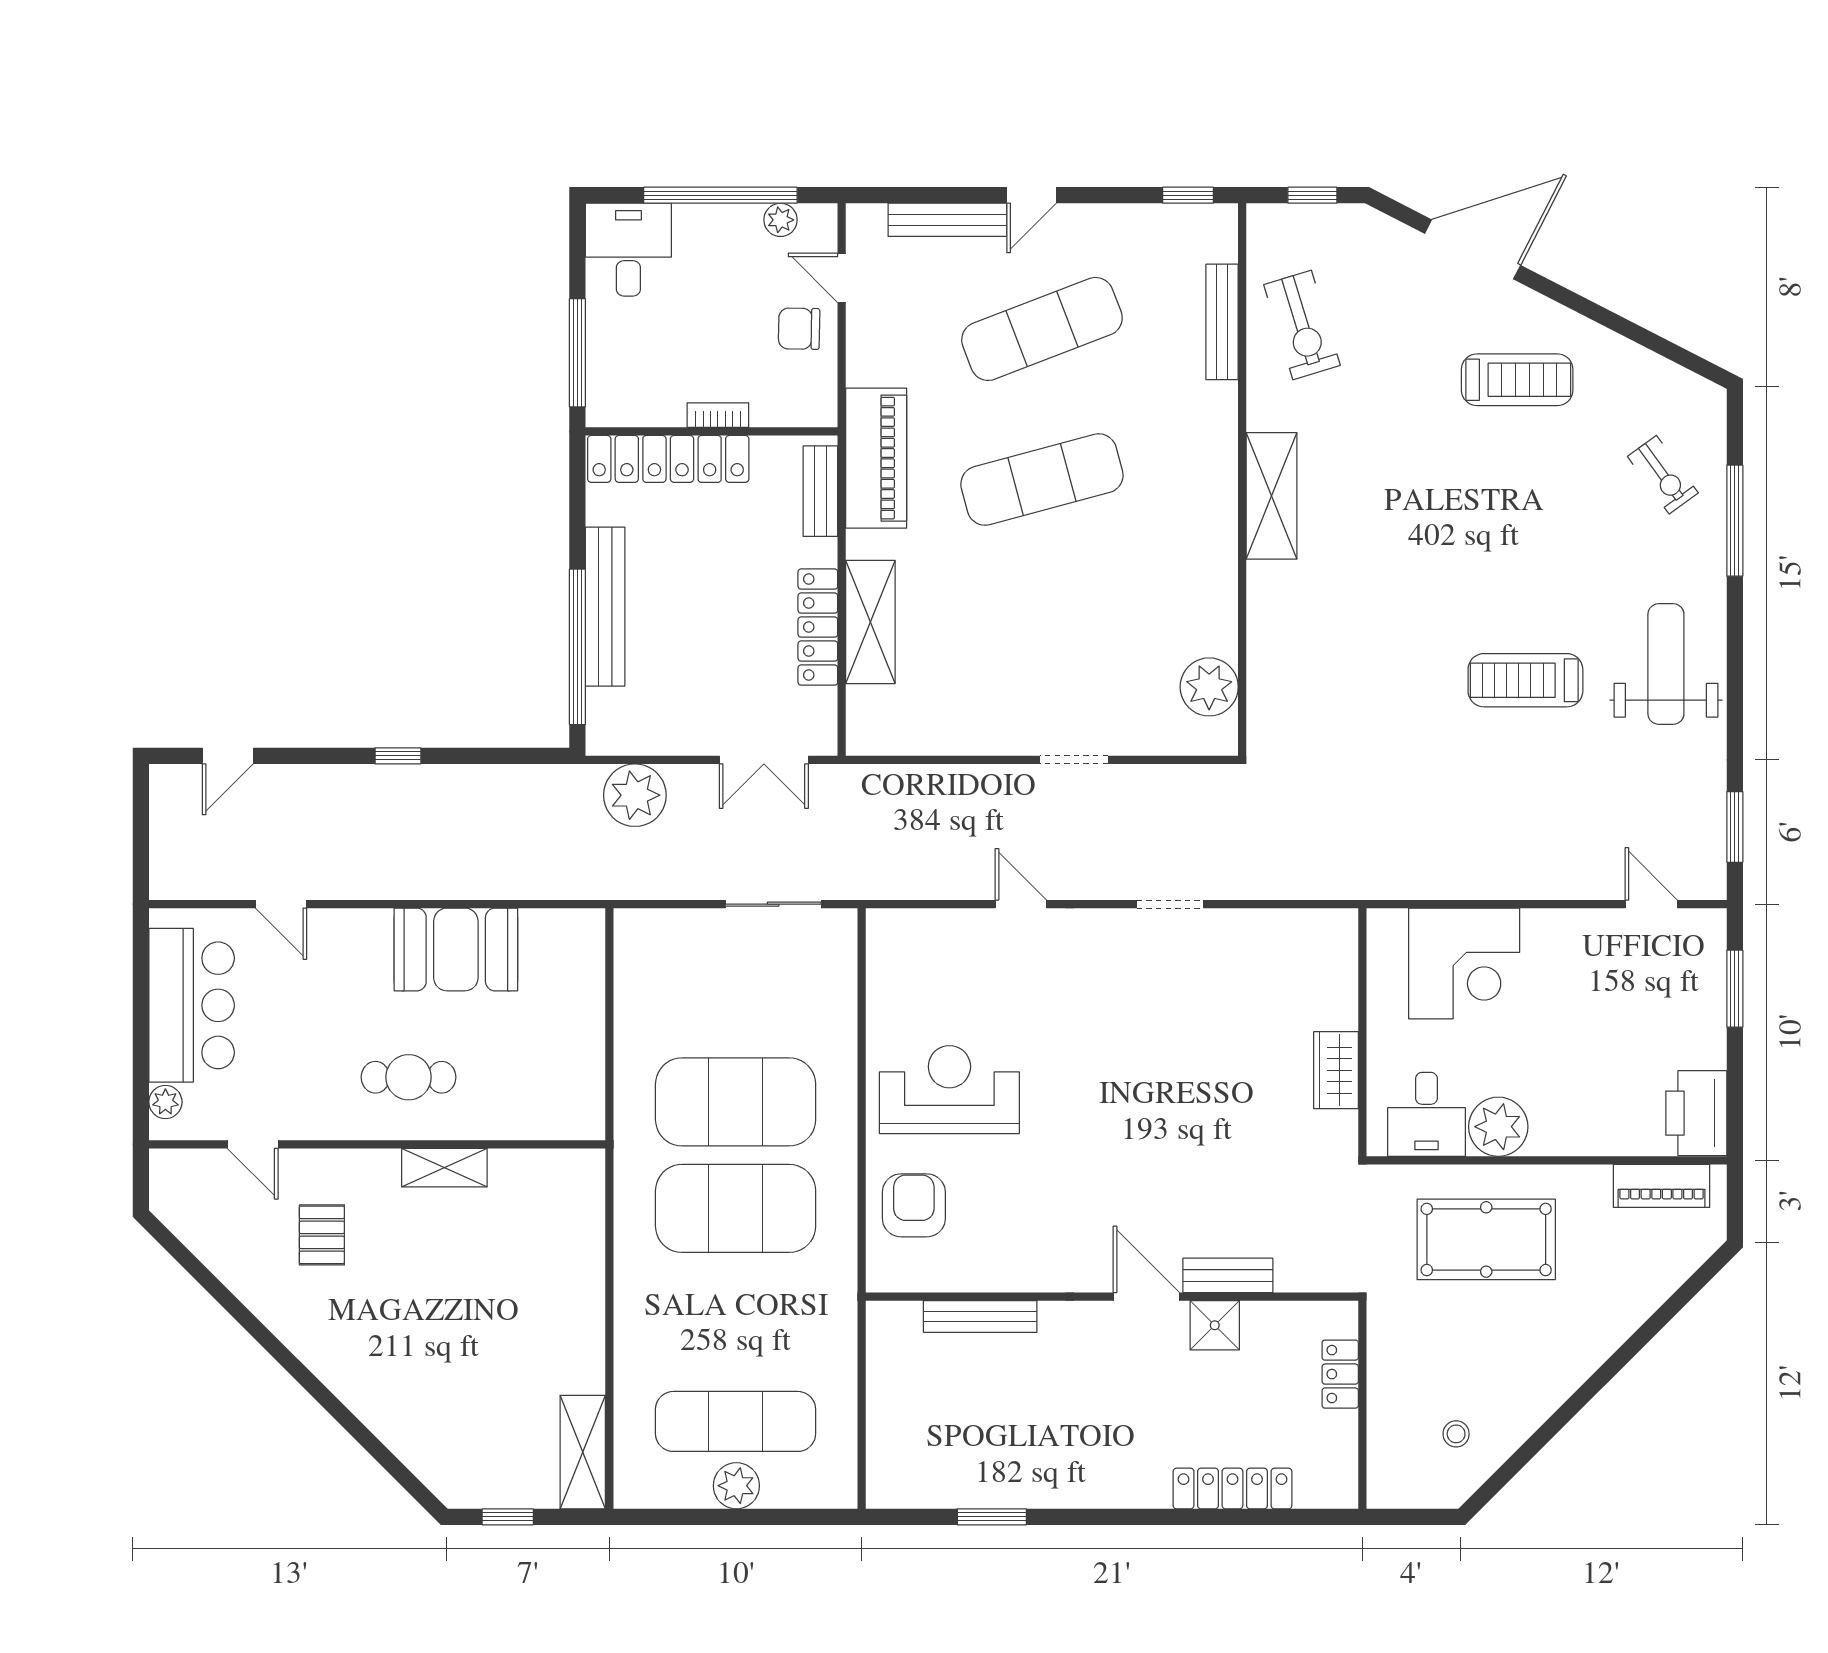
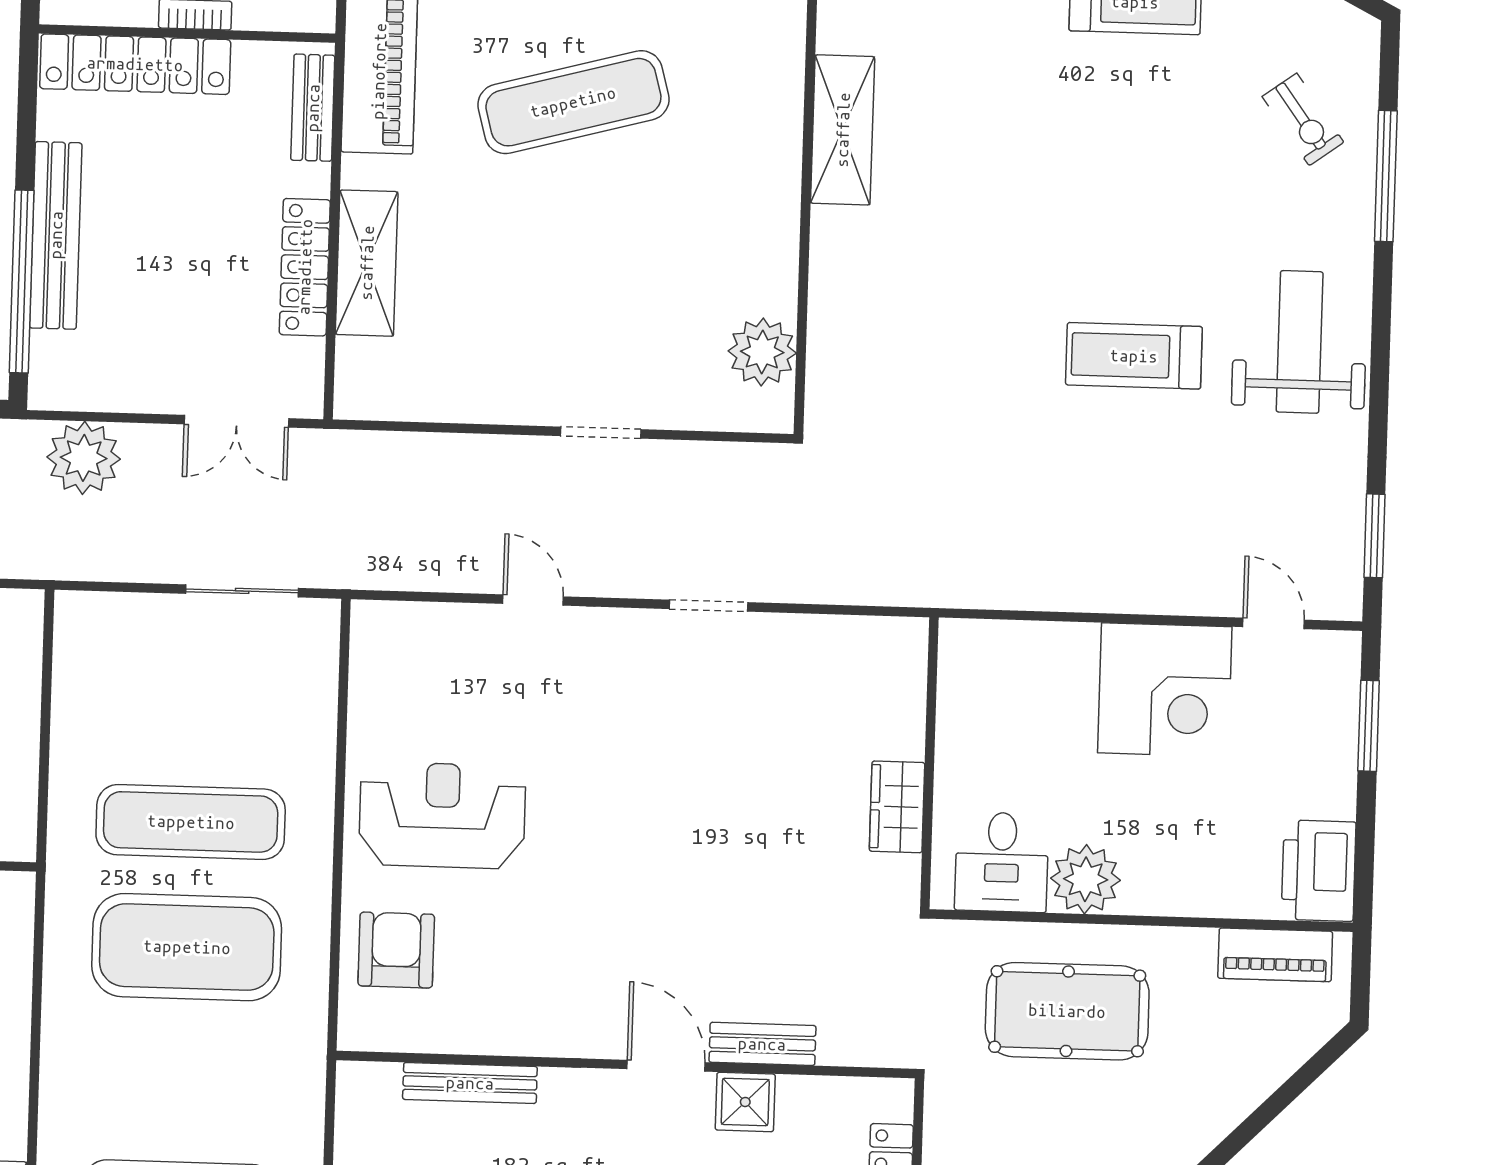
corner desk: (1464, 964) -> (1165, 690), moved
exercise mat: (736, 1102) -> (191, 822), width x0.68

